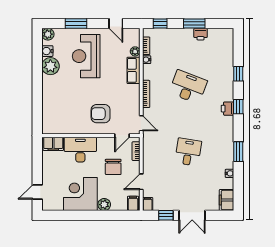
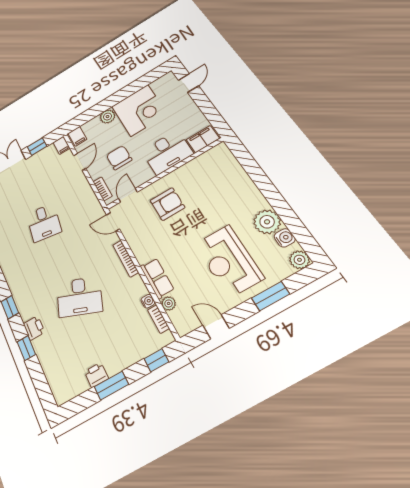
reception desk: (86, 56) -> (229, 261), turned 180
printer: (227, 109) -> (34, 328), moved

